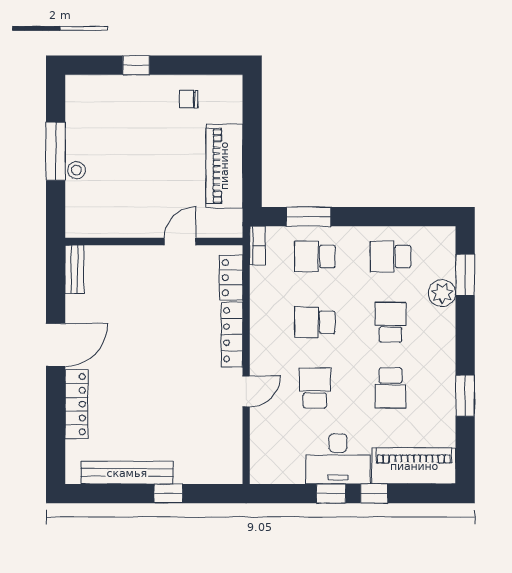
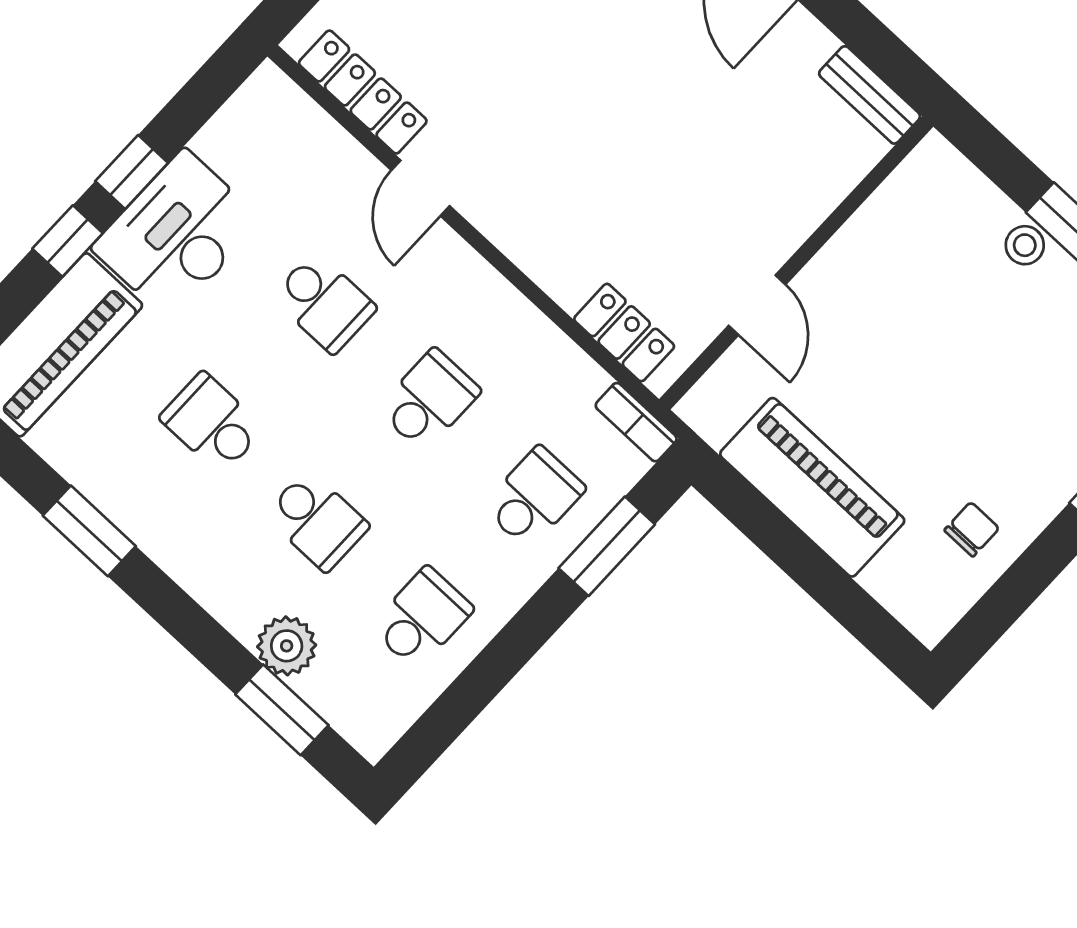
locker: (232, 335) -> (363, 92), moved

